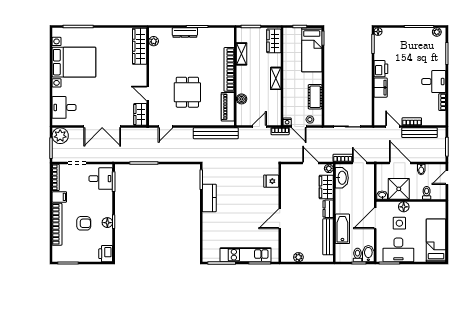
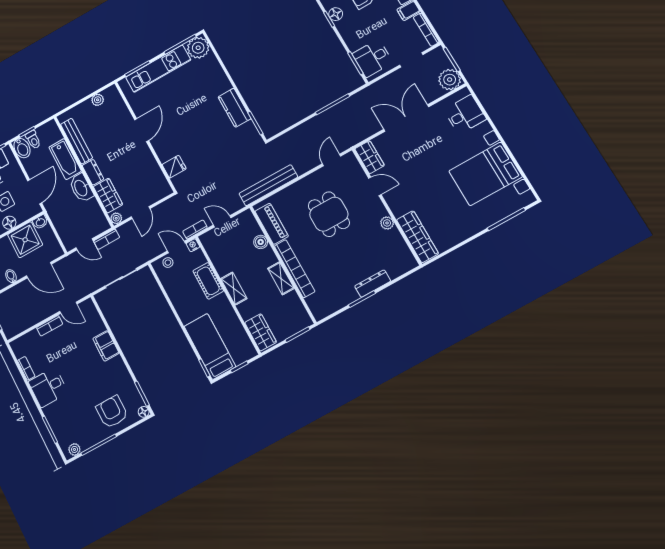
plant: (154, 41) -> (387, 223), moved
armchair: (399, 43) -> (112, 412), added
shelving: (242, 54) -> (281, 278), moved
printer: (381, 69) -> (117, 369), removed
cot: (315, 97) -> (208, 281), moved
door: (259, 127) -> (222, 221), swing flipped
bench: (420, 133) -> (34, 318), removed
door: (310, 163) -> (141, 213), hinge flipped
washbasin: (342, 178) -> (81, 188), moved
plant: (211, 253) -> (198, 48), added

